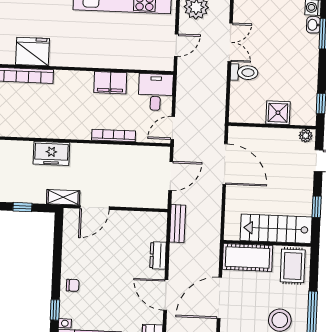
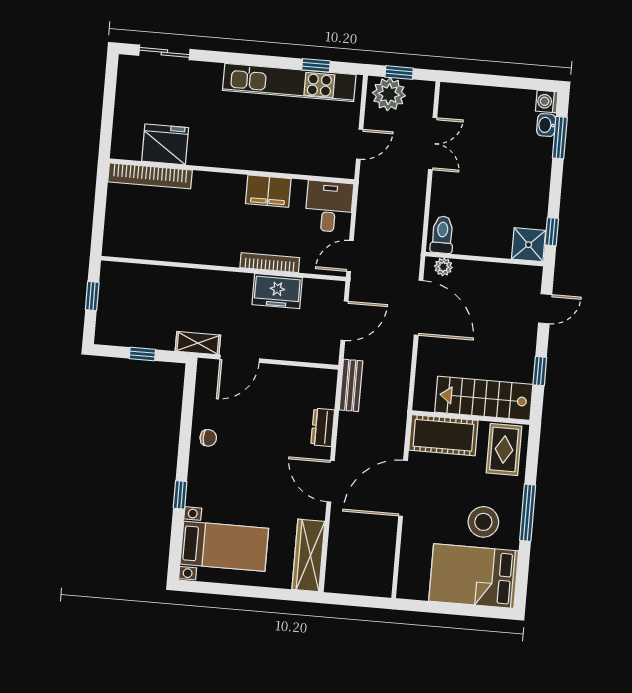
toilet: (244, 72) -> (442, 235), moved, turned -90
shower: (278, 113) -> (529, 245), moved
plant: (306, 136) -> (443, 267), moved
freezer: (51, 153) -> (277, 291), moved
chair: (73, 285) -> (208, 438), moved

